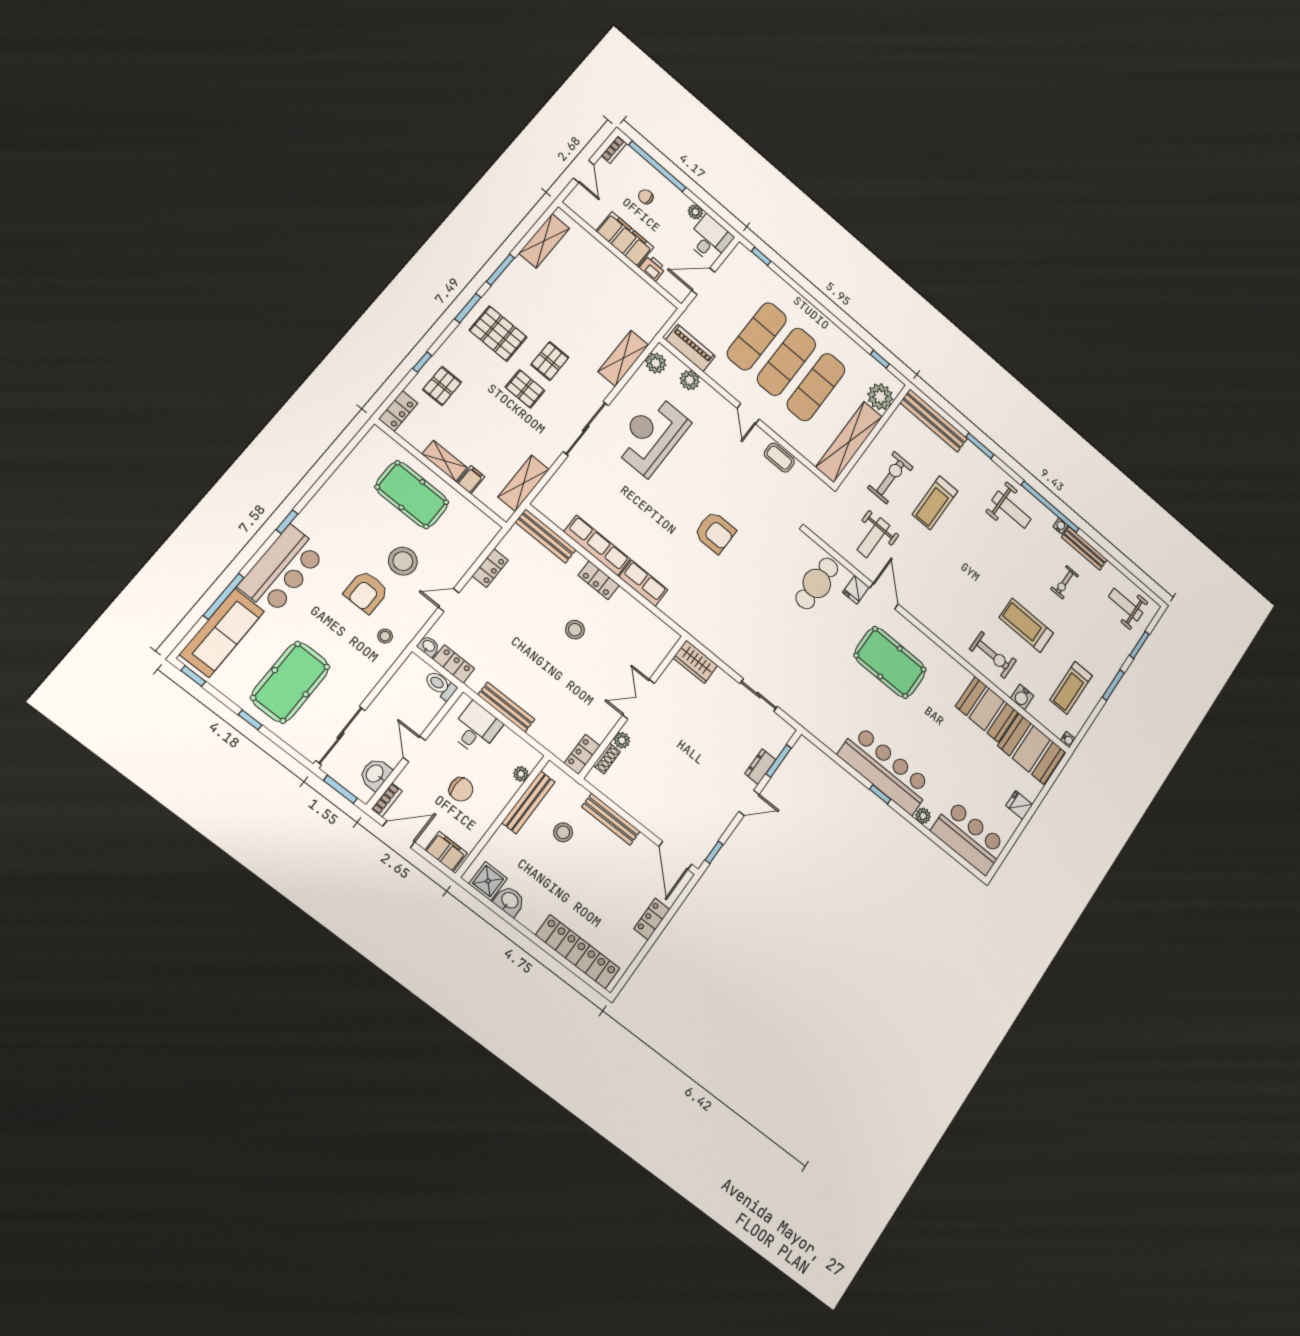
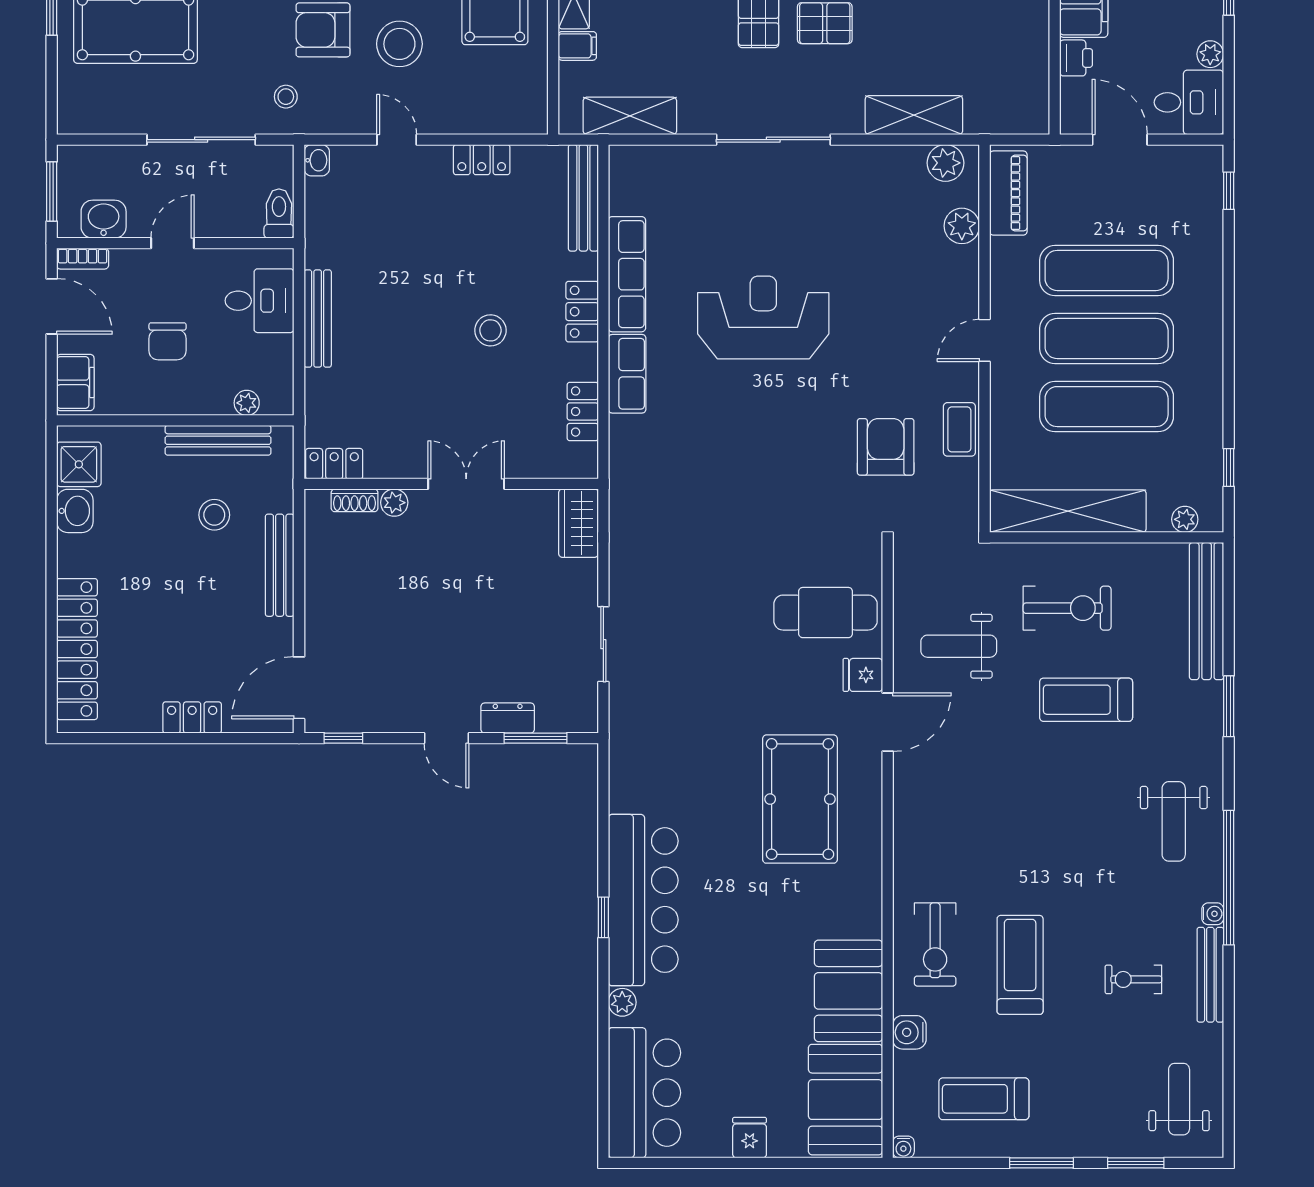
plant: (880, 397) -> (1185, 519), width x0.53, depth x0.53
reception desk: (651, 435) -> (763, 317), moved
armchair: (715, 532) -> (886, 447), moved, turned 180
locker: (454, 664) -> (583, 412), moved, turned 180
sliding door: (340, 736) -> (201, 140), moved

